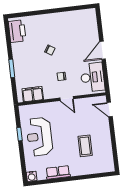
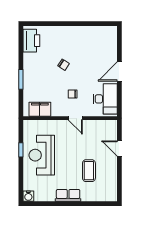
door: (110, 109) -> (119, 148), moved
row of seats: (58, 172) -> (68, 195), moved

